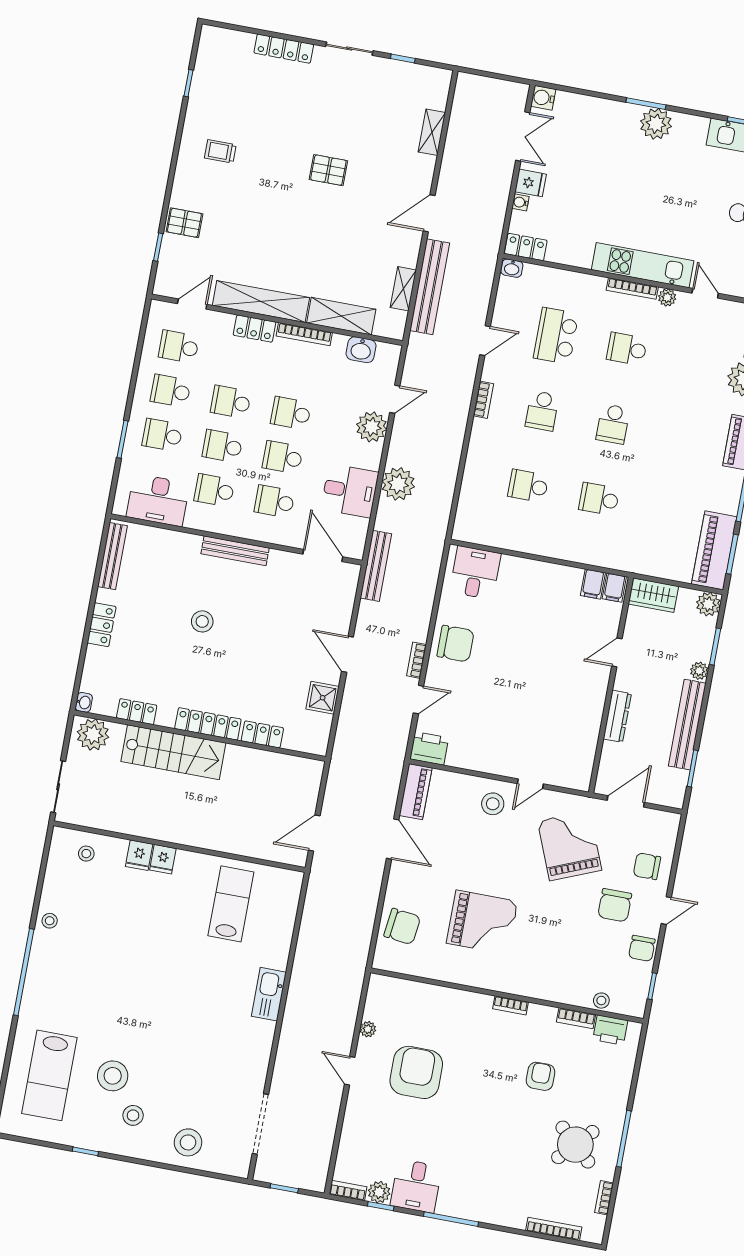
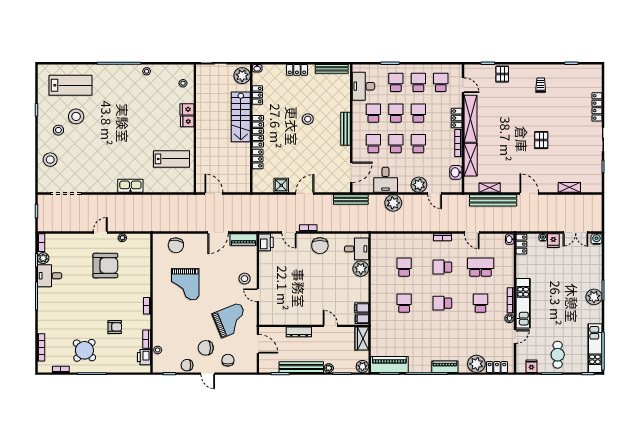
plant: (515, 572) -> (361, 269), added
lab bench: (49, 1075) -> (71, 85), turned 180

